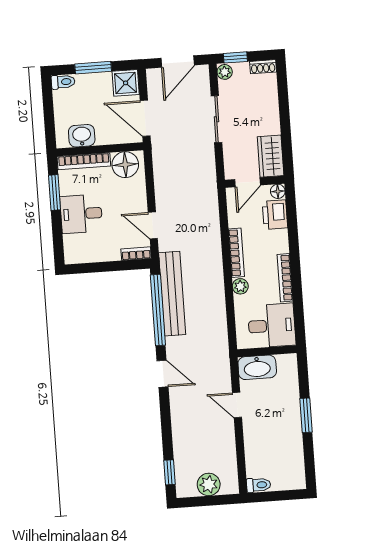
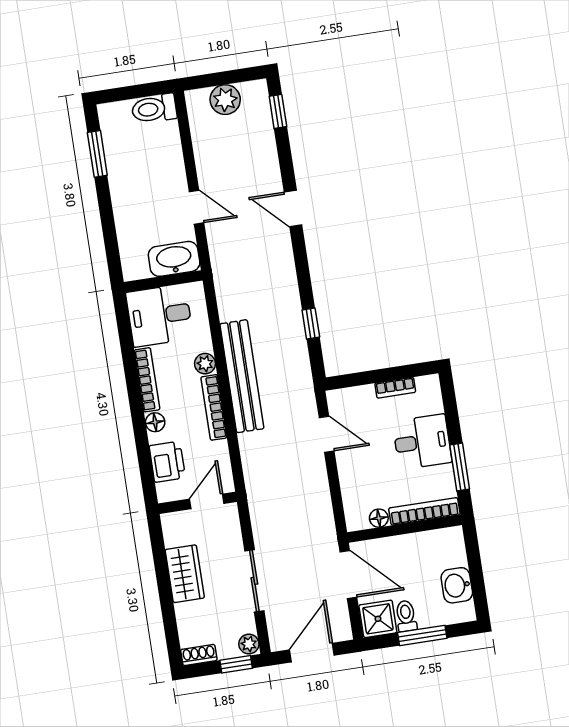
toilet: (63, 82) -> (406, 616), moved, turned 90
washbasin: (82, 136) -> (457, 585), moved, turned 90
wardrobe: (271, 156) -> (185, 574), moved
floor lamp: (125, 165) -> (379, 518), width x0.53, depth x0.53
floor lamp: (278, 191) -> (155, 422), moved
bookcase: (136, 254) -> (395, 388), moved
bench: (172, 294) -> (242, 376), moved
window: (158, 310) -> (311, 324), width x0.32
door: (162, 374) -> (293, 209), moved
window: (306, 415) -> (97, 154), moved
toilet: (259, 485) -> (154, 109), width x1.37, depth x1.39

